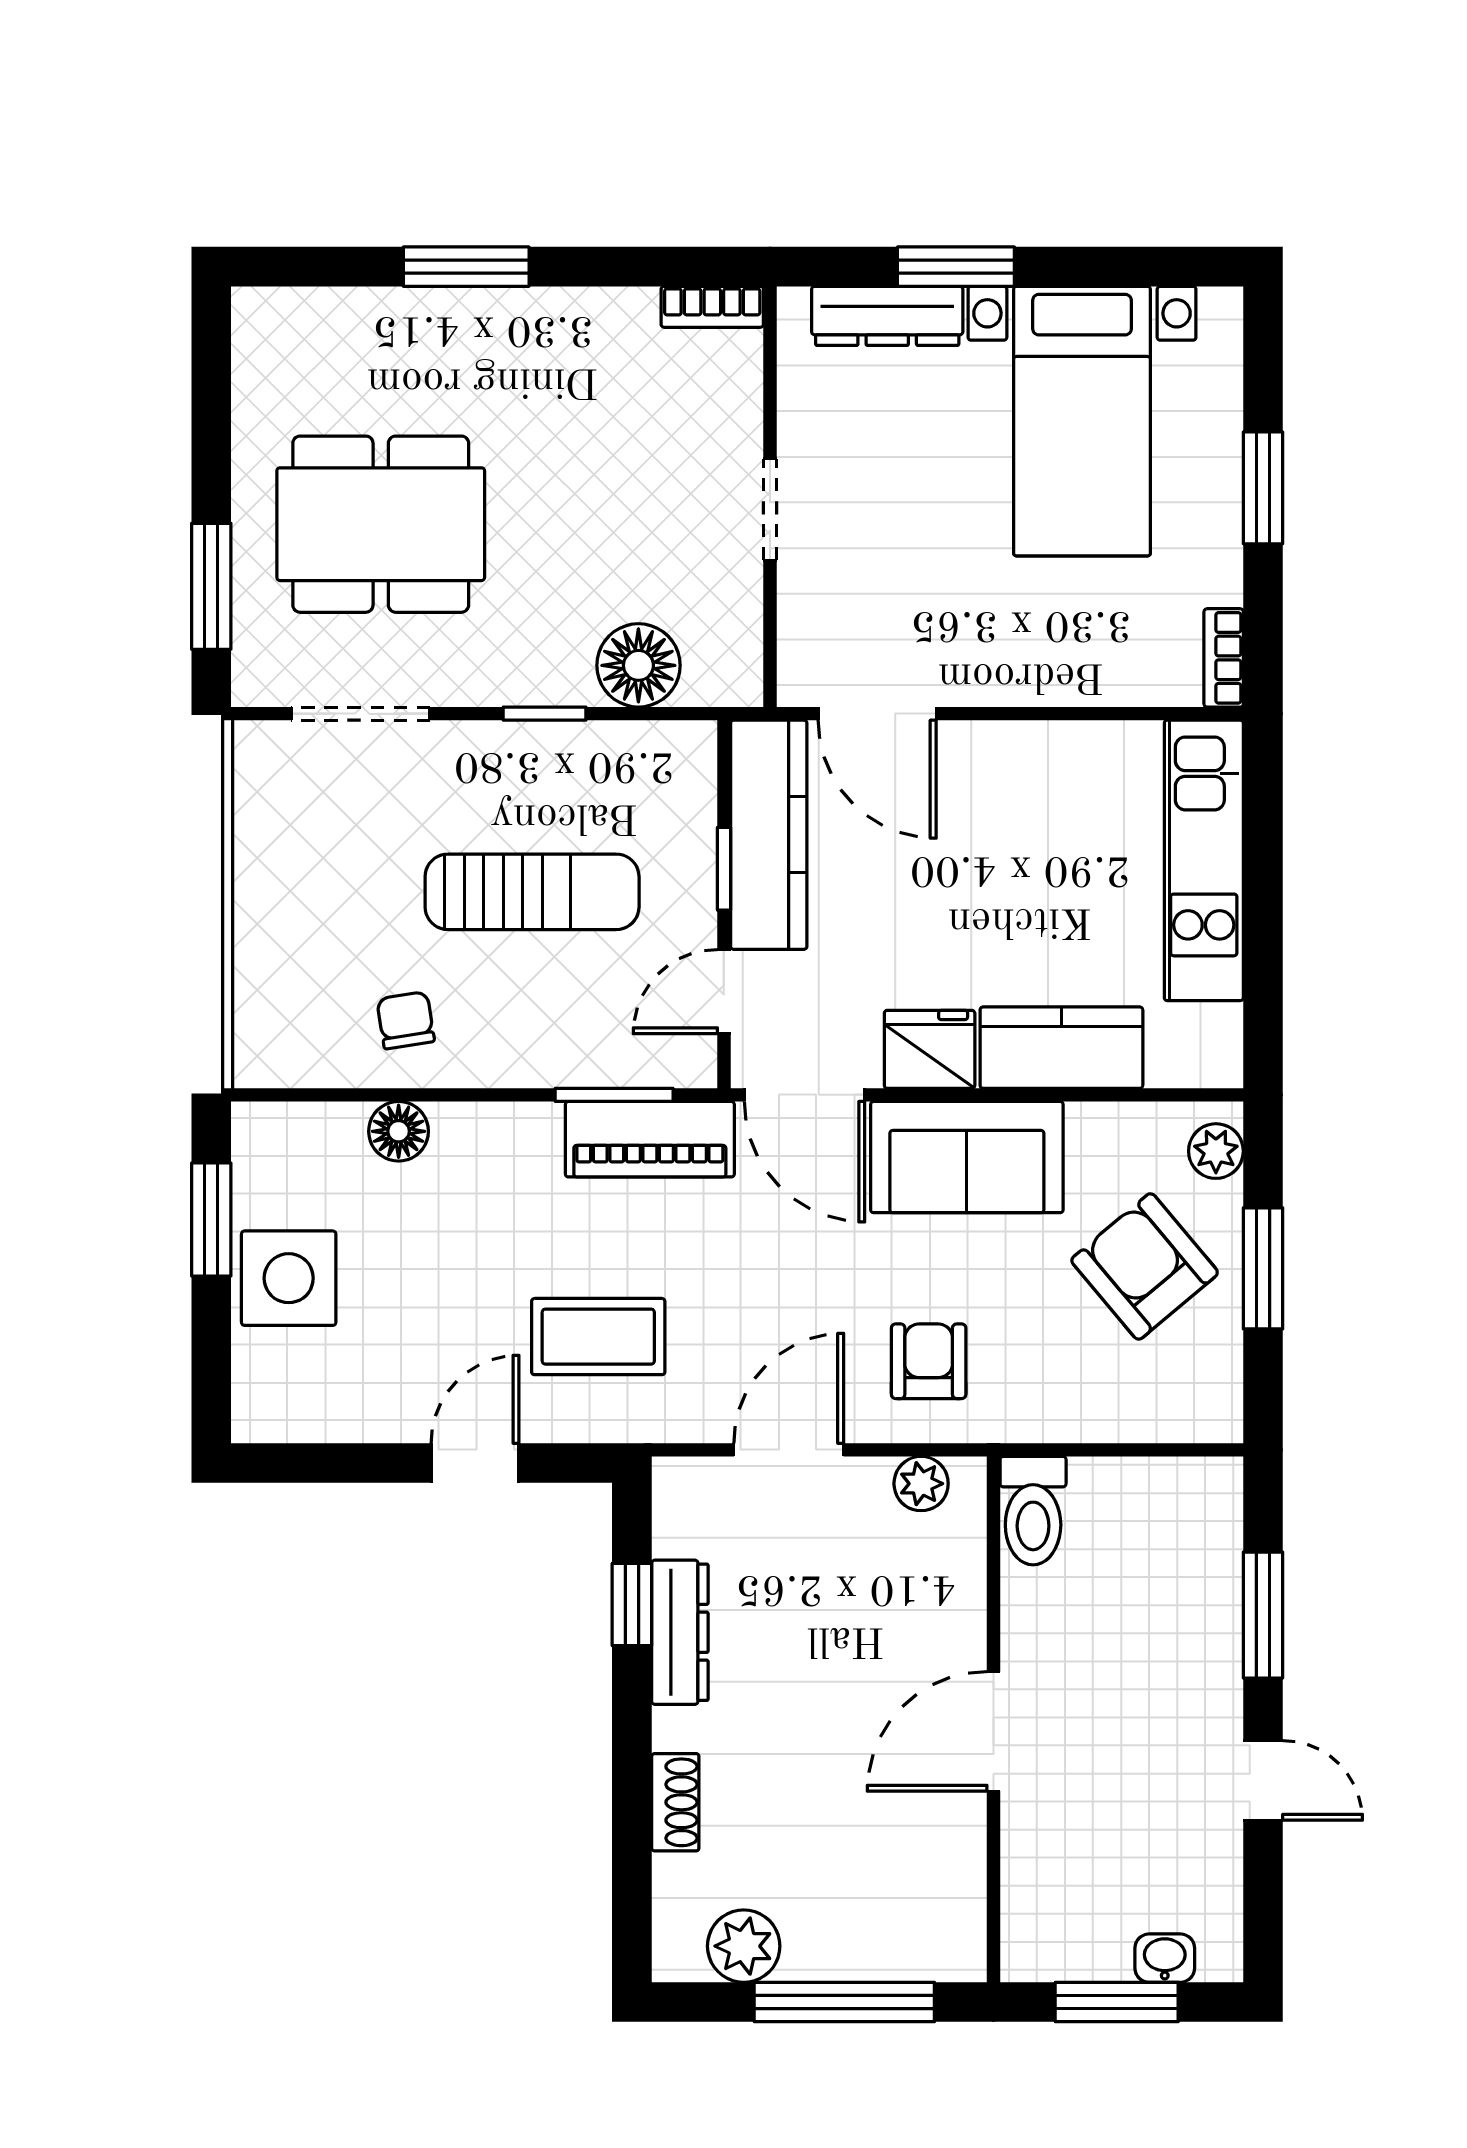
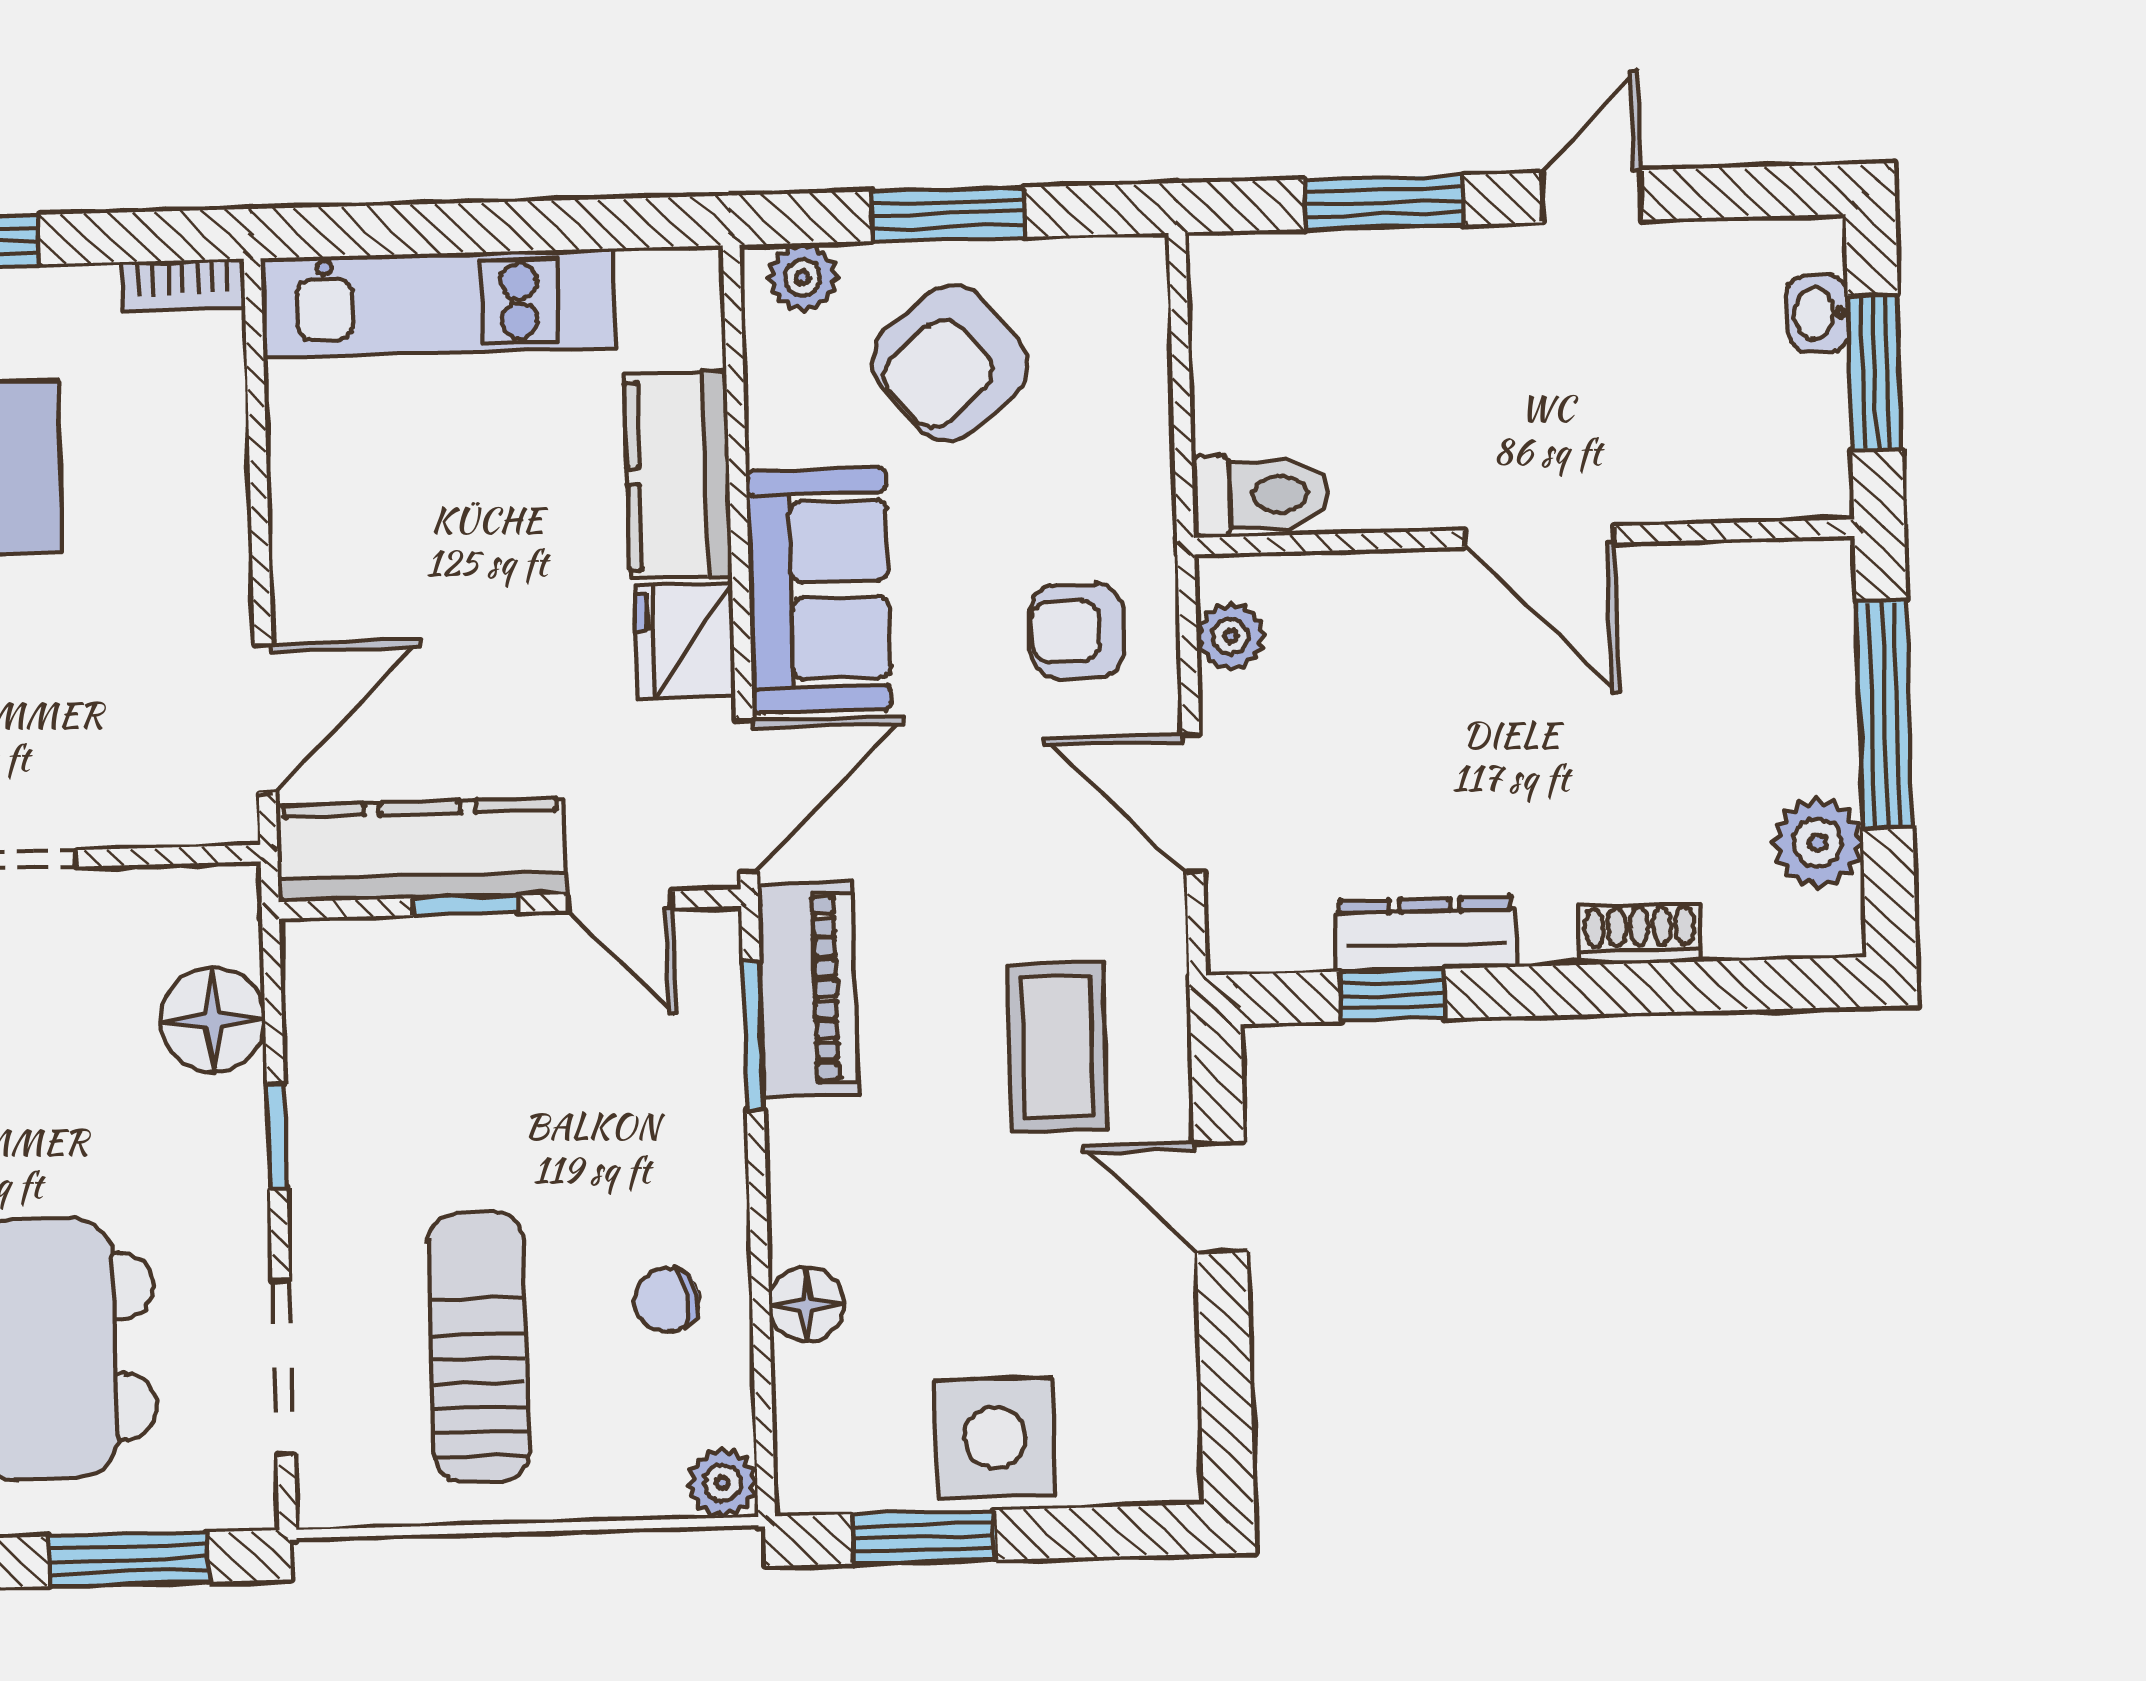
sun lounger: (532, 892) -> (479, 1347), moved
plant: (259, 1060) -> (722, 1483), added

